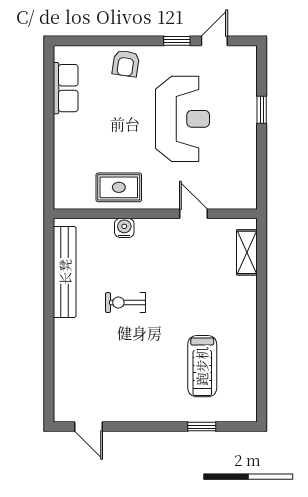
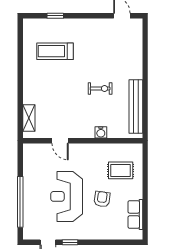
armchair: (126, 63) -> (102, 199), moved
window: (262, 110) -> (20, 202), width x3.17
rug: (119, 187) -> (121, 170), moved
treadmill: (202, 366) -> (55, 51), turned -90

